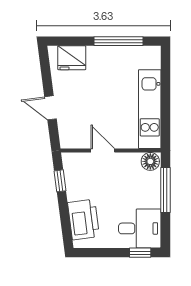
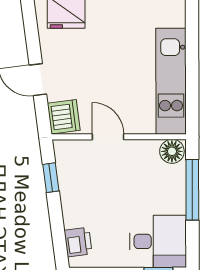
dishwasher: (70, 136) -> (64, 117), added
printer: (84, 220) -> (78, 242), width x0.53, depth x0.68

